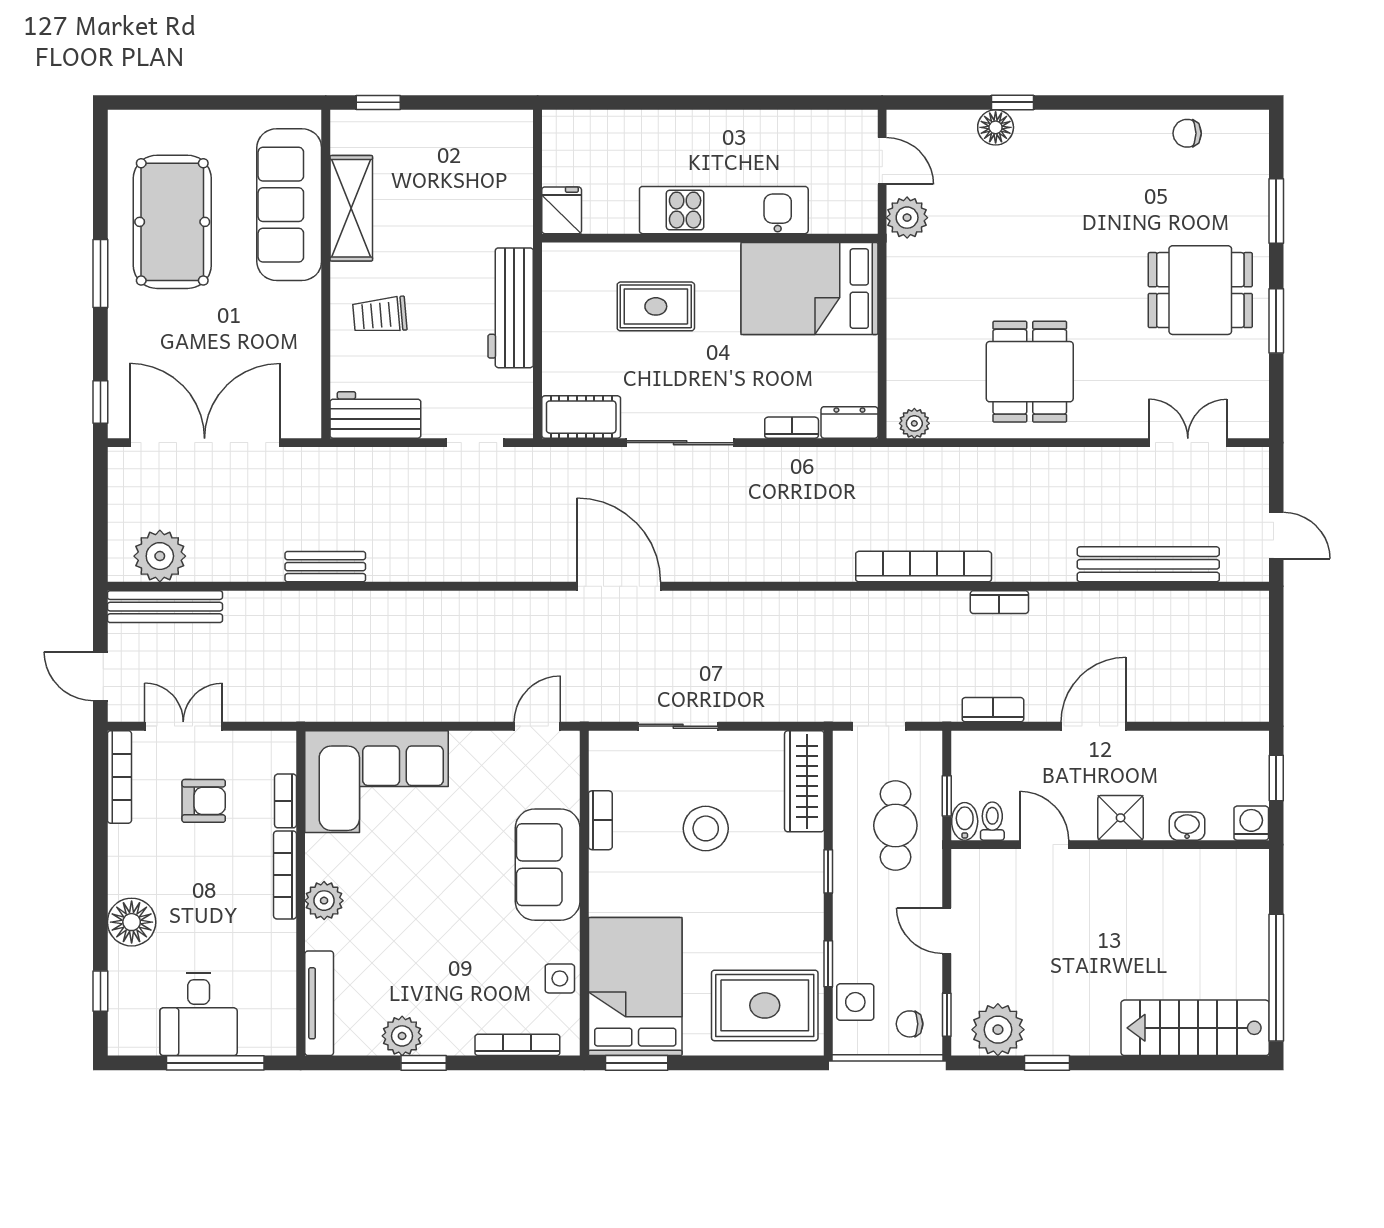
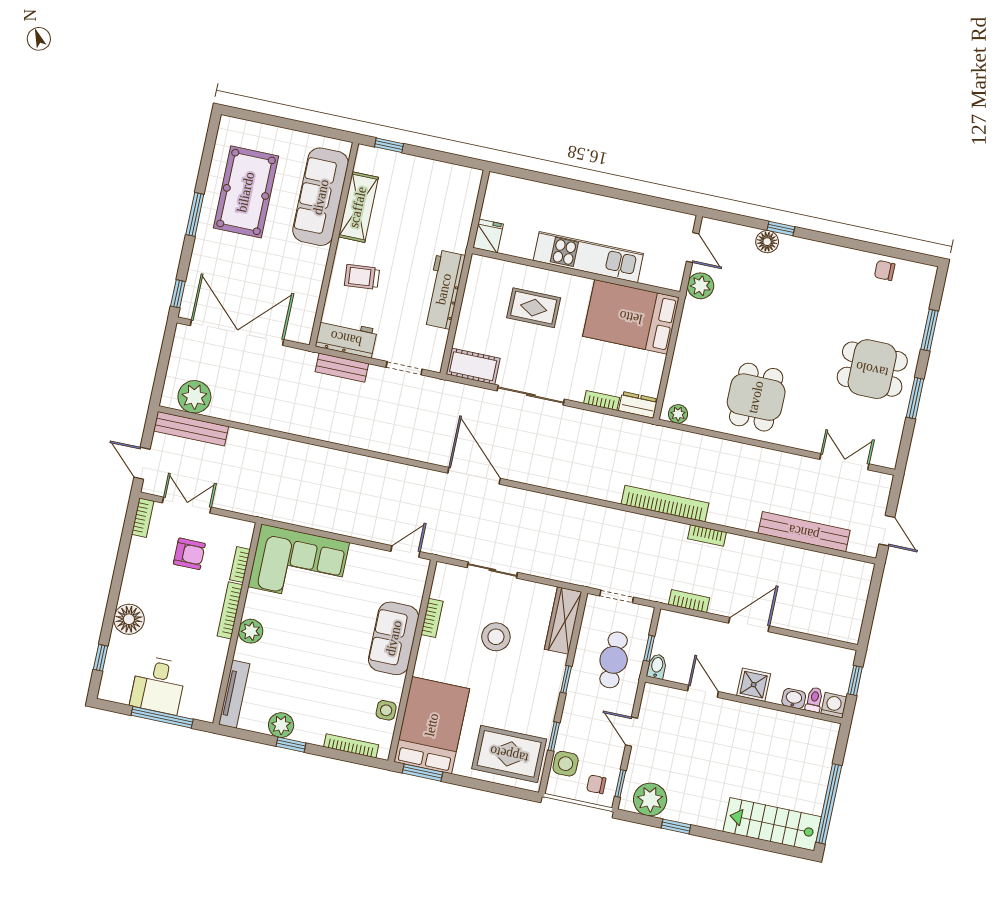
bench: (325, 567) -> (342, 368), moved
bookcase: (119, 777) -> (143, 518), width x0.64
toilet: (992, 821) -> (814, 700), moved

